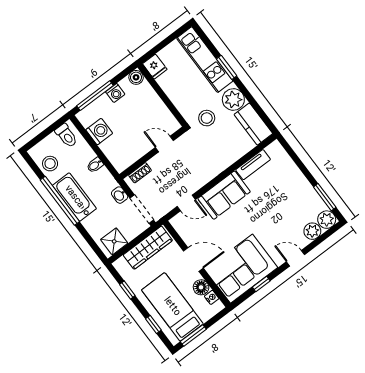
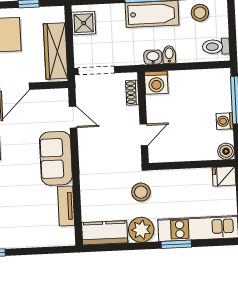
washing machine: (99, 132) -> (156, 83), moved
washbasin: (120, 195) -> (153, 57), moved
door: (186, 203) -> (73, 117), swing flipped

